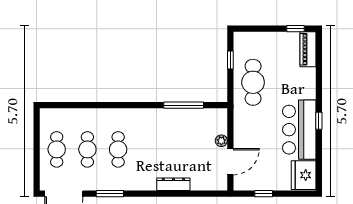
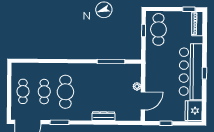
cafe table: (253, 82) -> (158, 29), moved
bar counter: (299, 130) -> (191, 72), width x1.36
cafe table: (118, 149) -> (65, 92), width x1.37, depth x1.35

